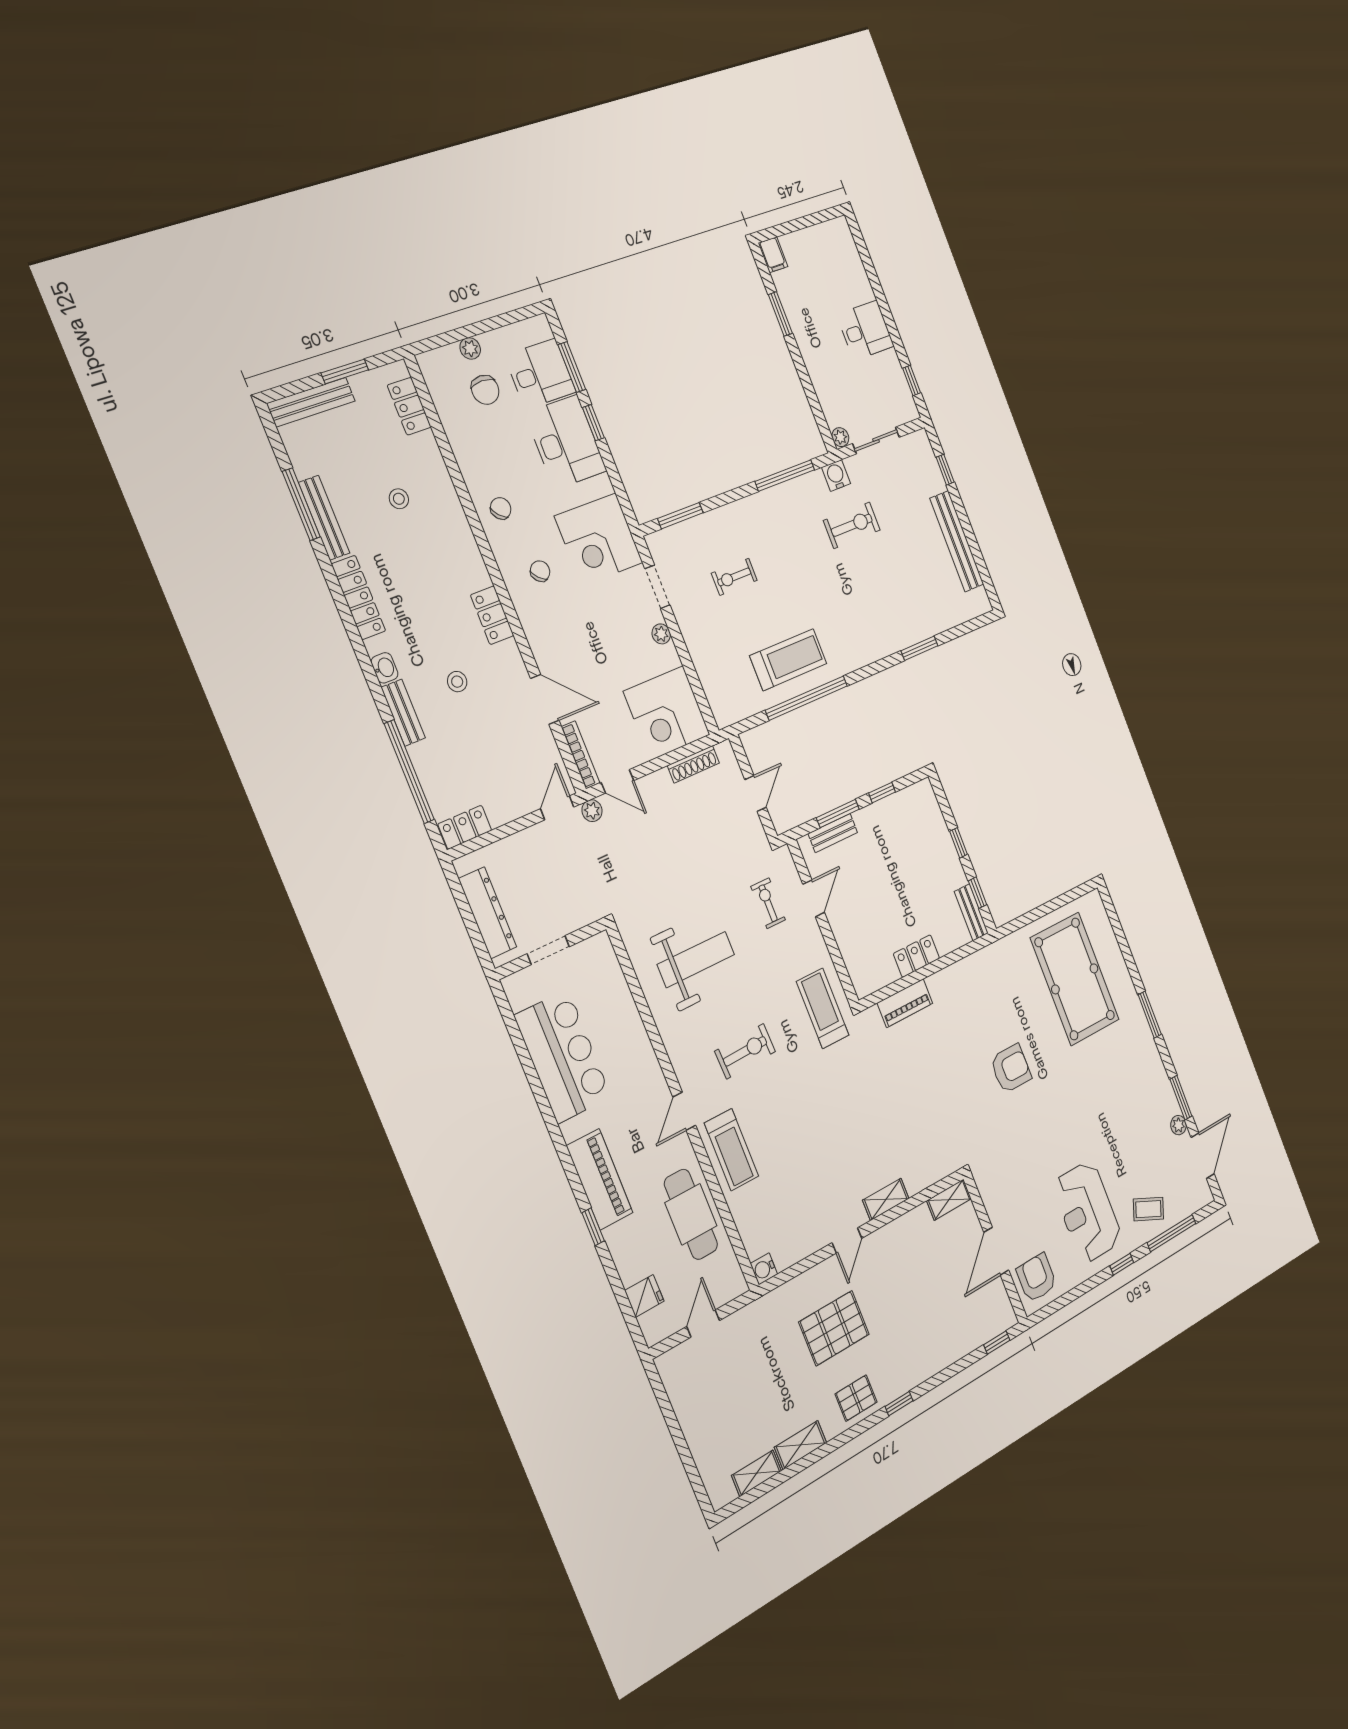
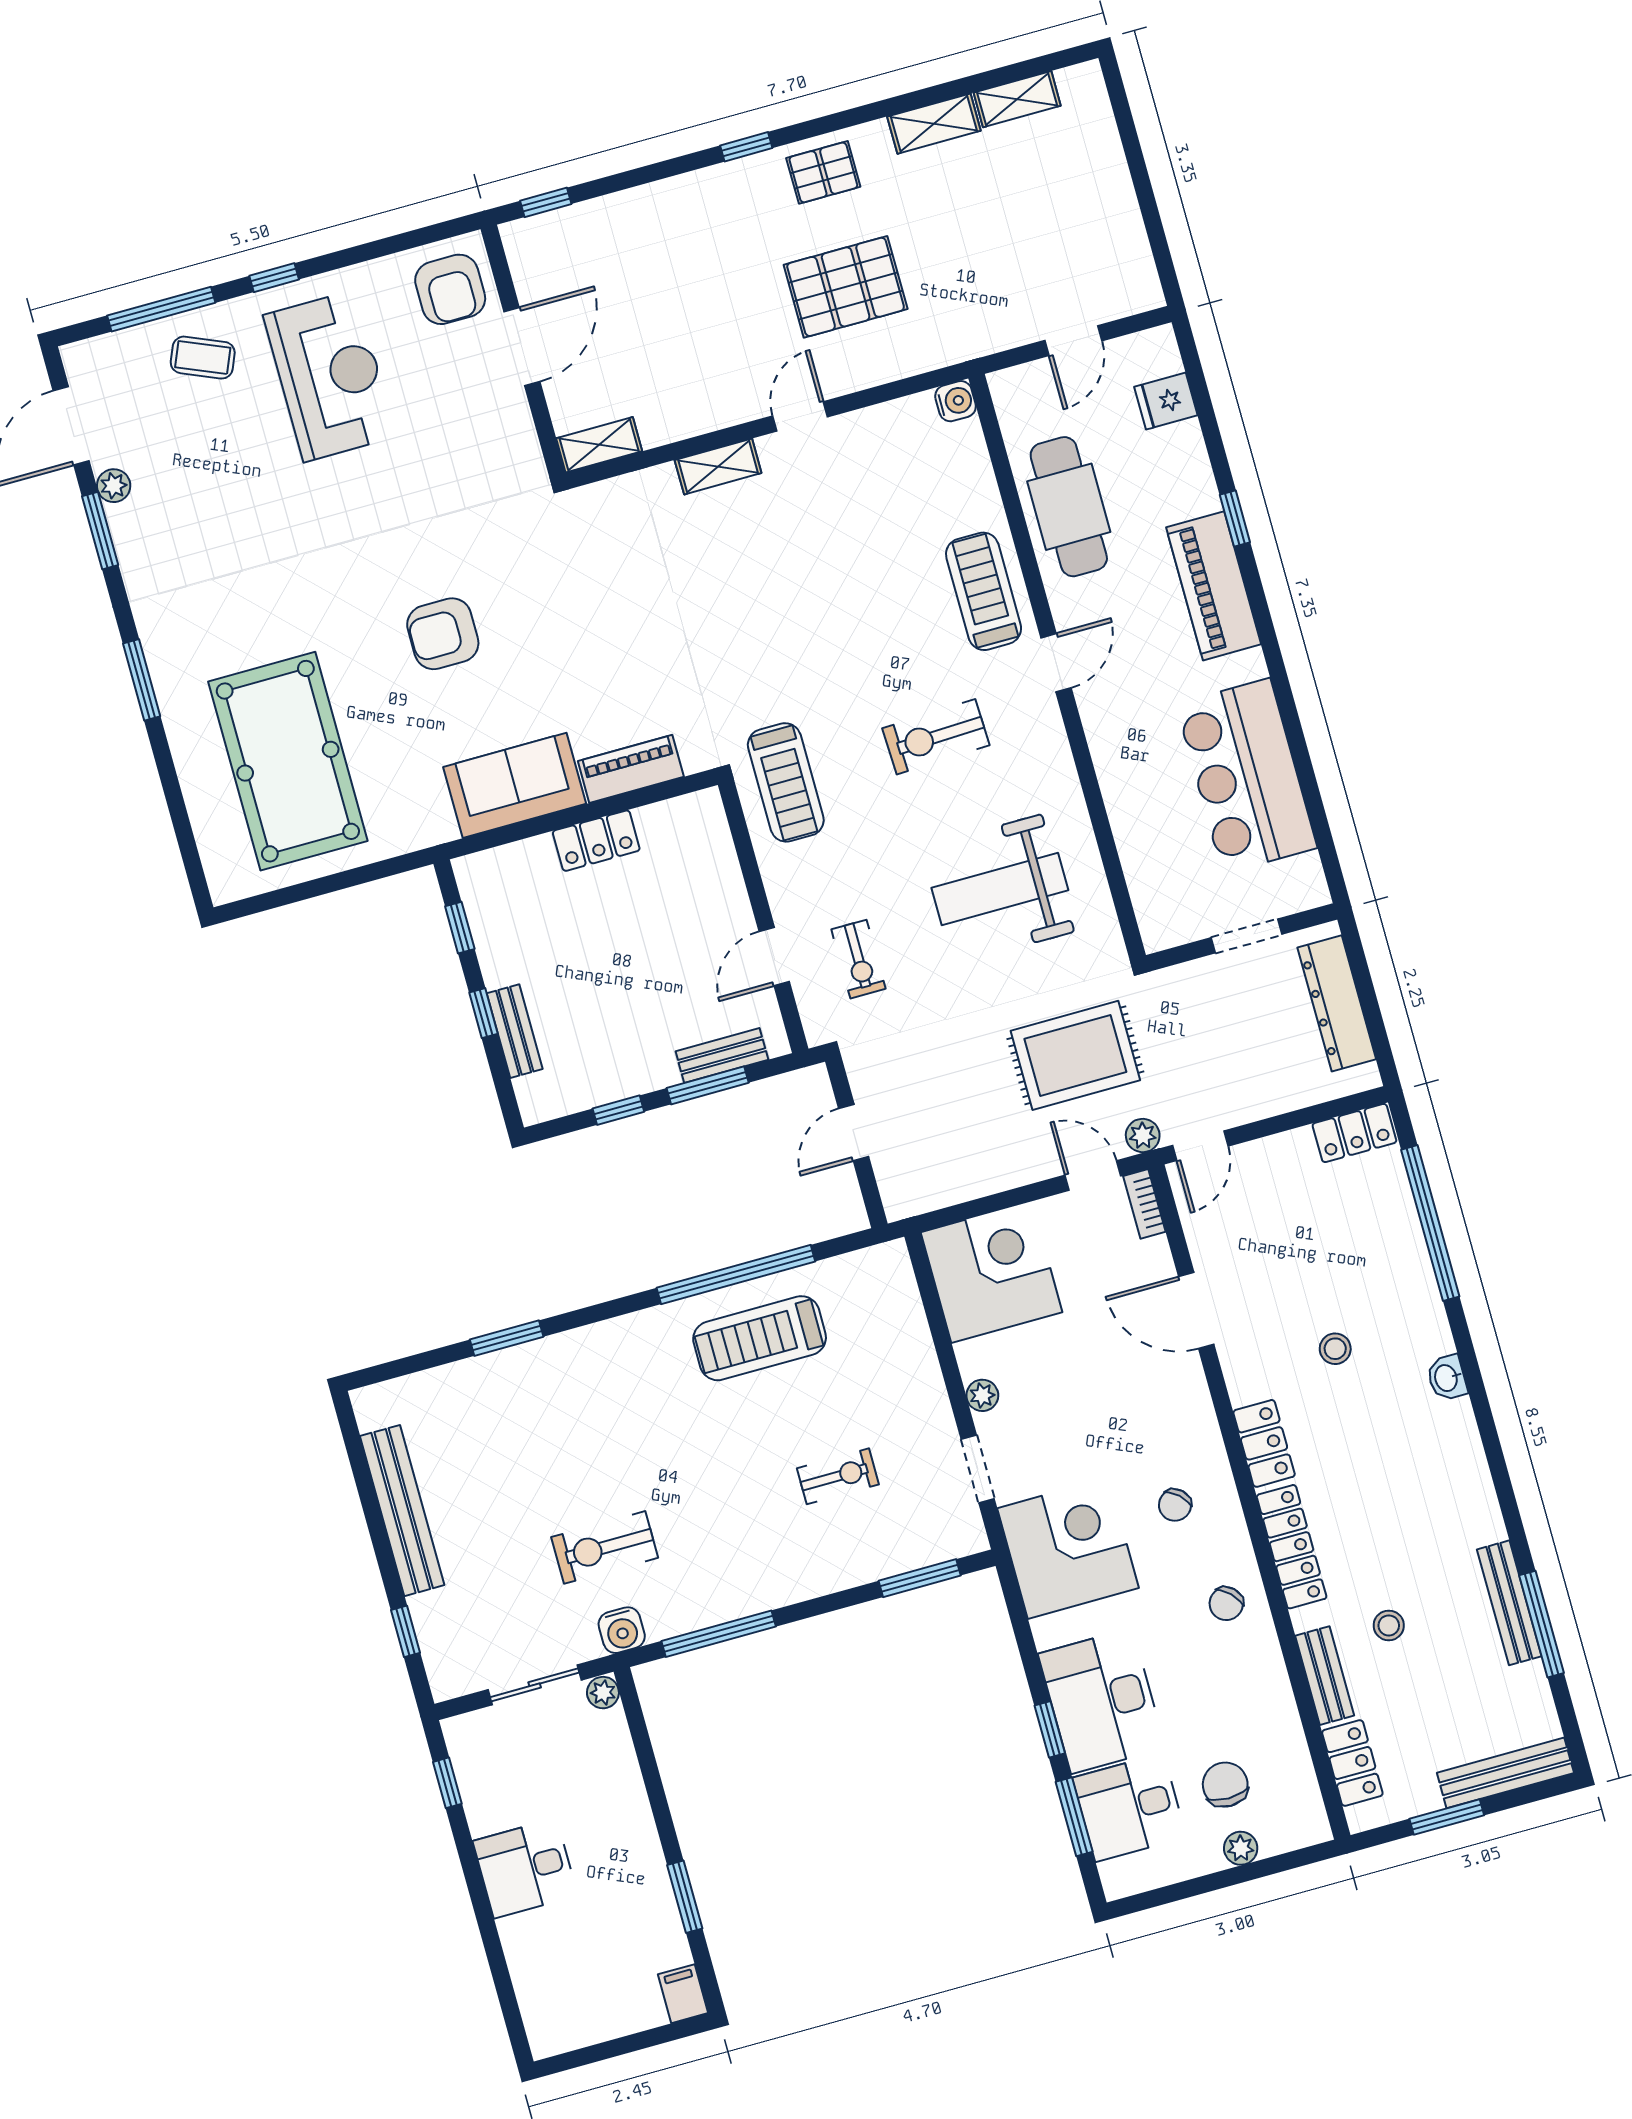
locker: (358, 598) -> (1292, 1547), moved, turned 180
bench: (403, 713) -> (1325, 1676), moved
bookcase: (580, 755) -> (1144, 1204), width x0.64
shoe rack: (693, 764) -> (957, 1189), removed
rug: (638, 858) -> (1075, 1055), added
bench: (971, 912) -> (515, 1031), moved
sofa: (962, 983) -> (515, 785), added

